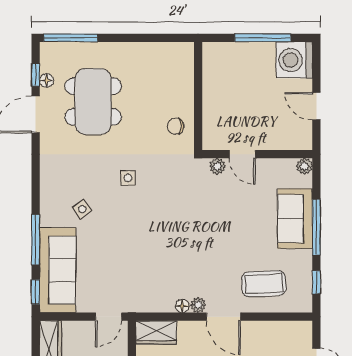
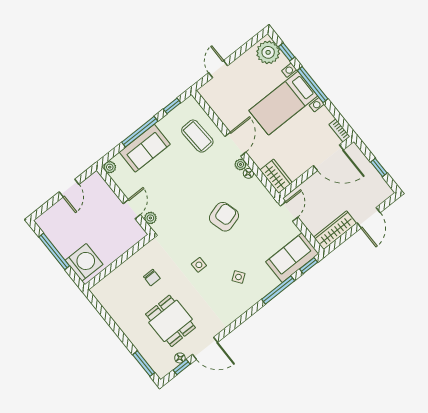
window: (71, 38) -> (144, 364), width x0.69
washing machine: (294, 60) -> (84, 262), moved, turned -90
dining table: (93, 101) -> (170, 321), width x0.73
chair: (176, 126) -> (152, 278), moved
armchair: (157, 244) -> (224, 217), added
sofa: (58, 270) -> (292, 258), width x0.73
door: (108, 317) -> (289, 211), hinge flipped

